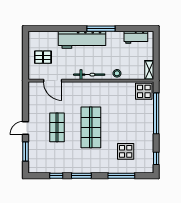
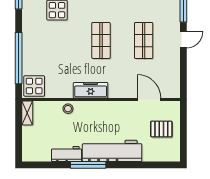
workbench: (136, 37) -> (66, 154), moved
bicycle: (89, 75) -> (103, 107), removed
freezer: (99, 88) -> (91, 90), added
shop shelf: (91, 127) -> (101, 40), width x0.70, depth x0.74

